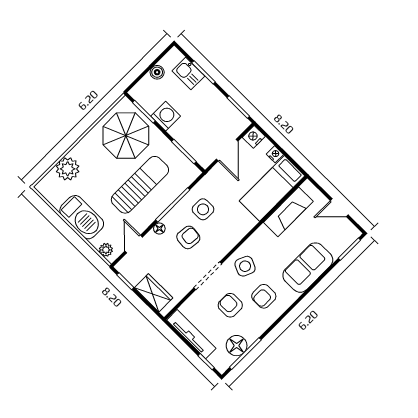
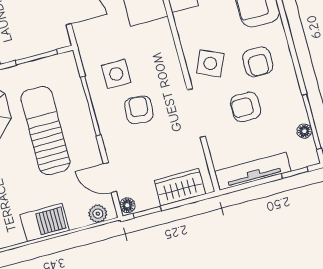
barbecue: (82, 217) -> (45, 223), width x0.73, depth x0.83
floor lamp: (159, 229) -> (127, 205), moved
floor lamp: (237, 346) -> (304, 131), width x0.53, depth x0.53

